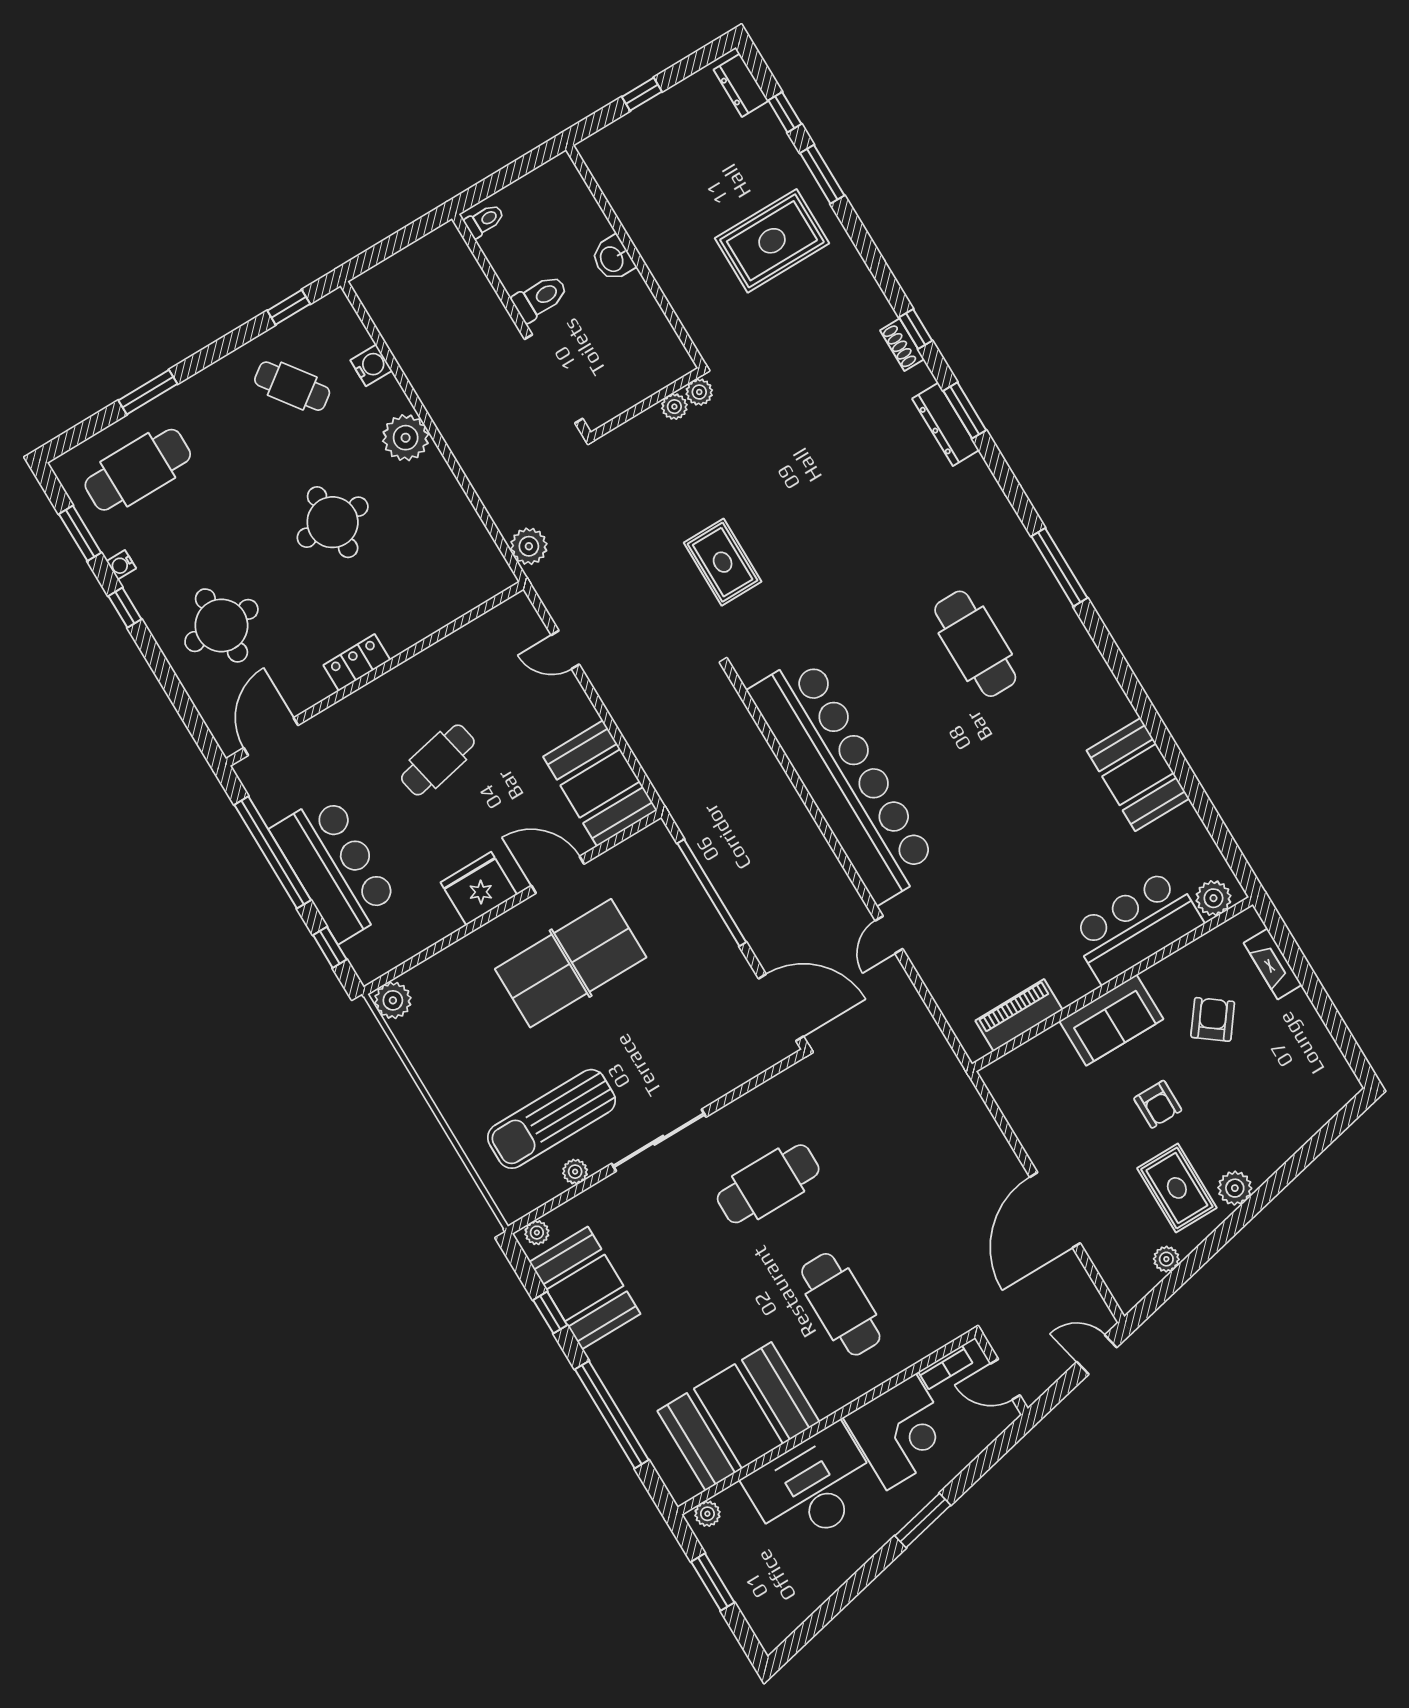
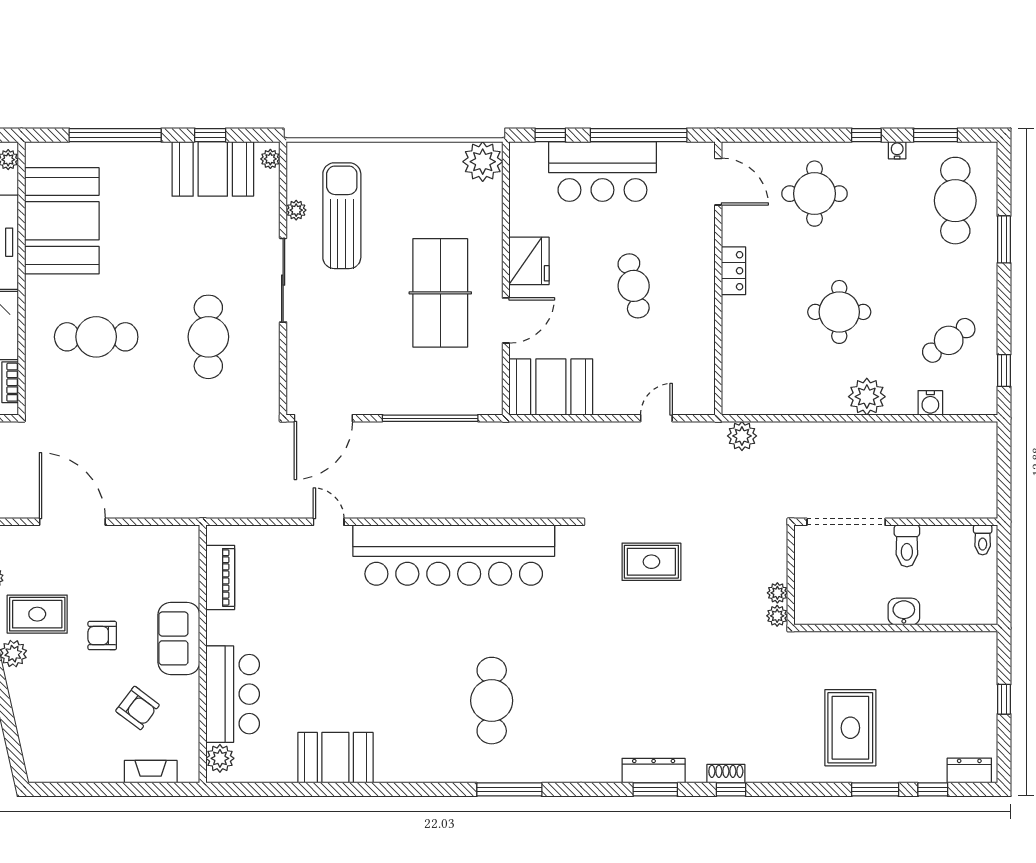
cafe table: (975, 644) -> (492, 701), turned 90
plant: (393, 1000) -> (483, 162), width x1.36, depth x1.36

